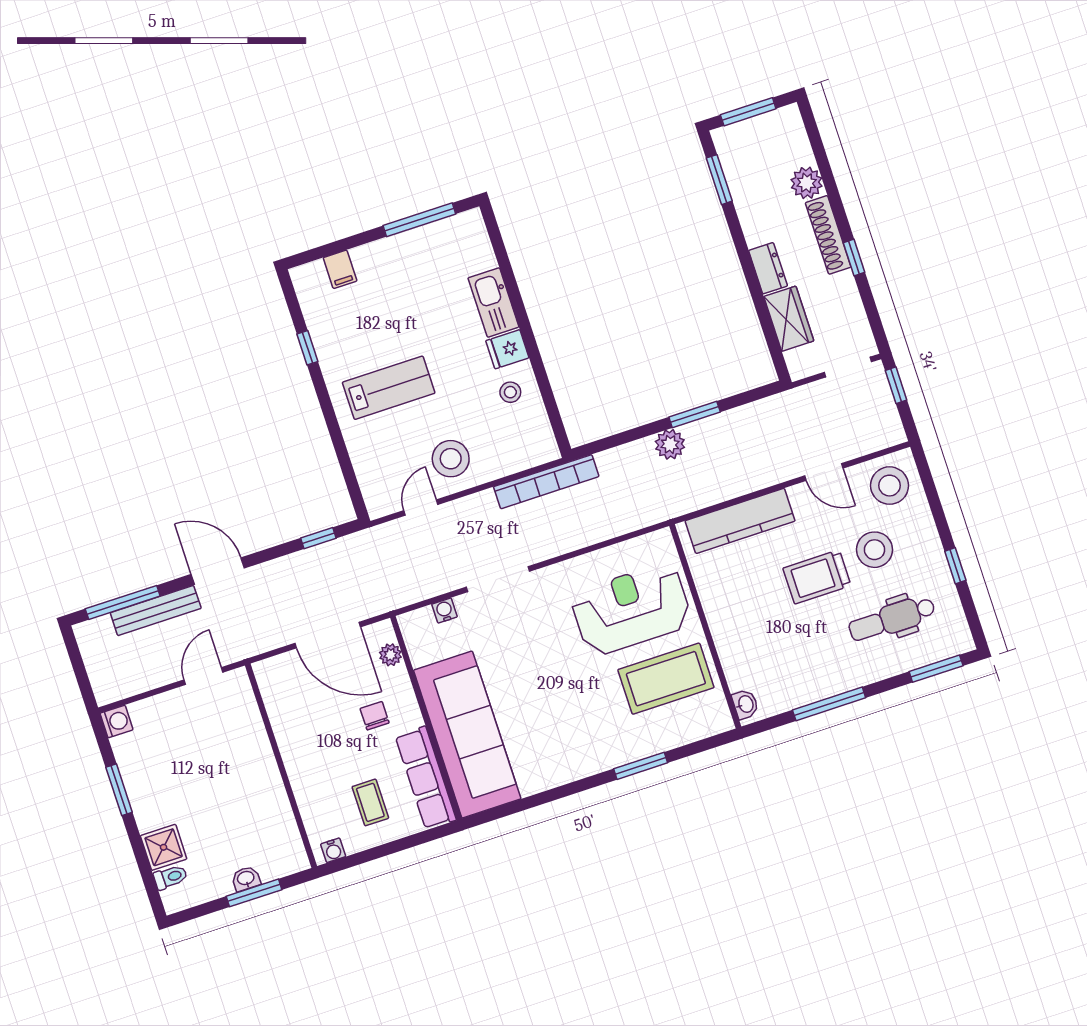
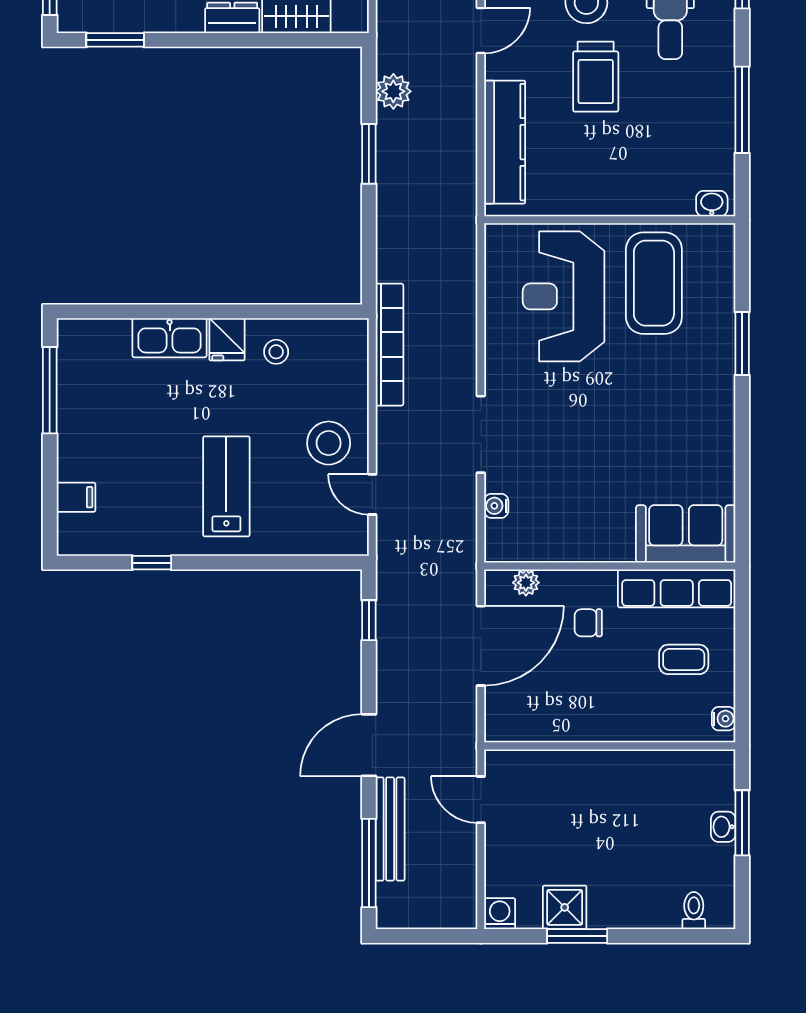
plant: (670, 444) -> (393, 91), moved
sofa: (467, 735) -> (686, 534), width x0.54, depth x0.79
shower: (164, 847) -> (565, 907), moved

